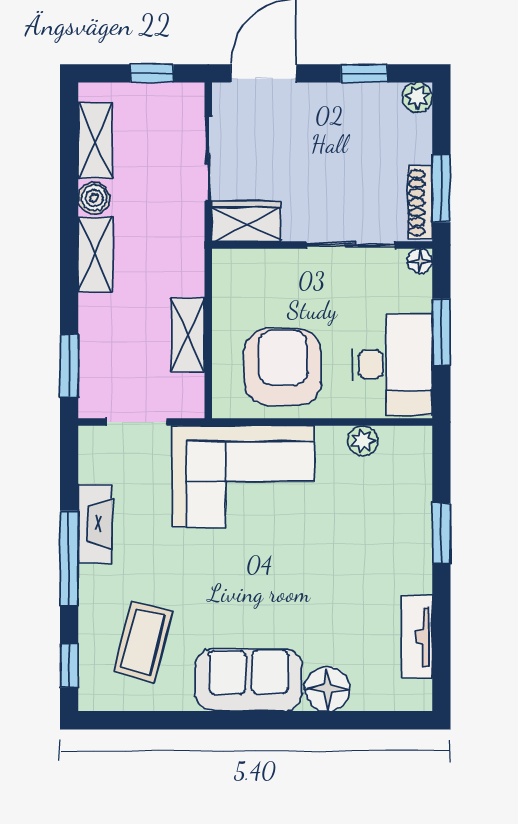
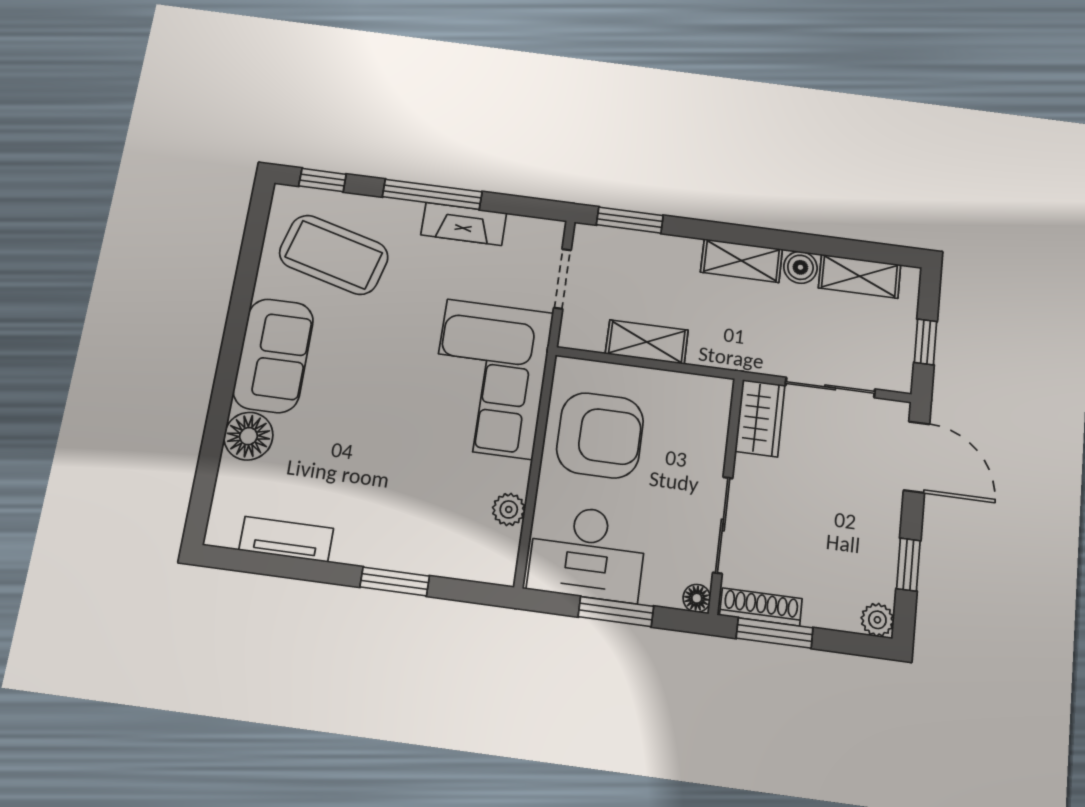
coffee table: (143, 642) -> (334, 255), width x1.36, depth x1.32

